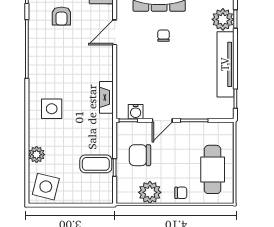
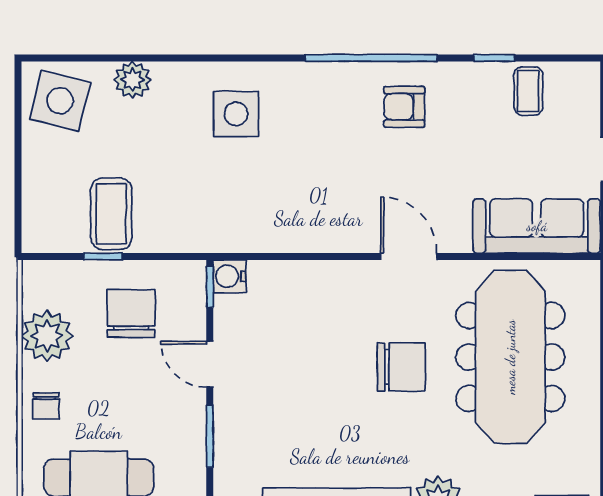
armchair: (61, 16) -> (404, 107), moved
chair: (163, 36) -> (401, 367), width x1.87, depth x1.87
fireplace: (106, 97) -> (262, 238), removed
water cooler: (136, 112) -> (230, 276), moved

